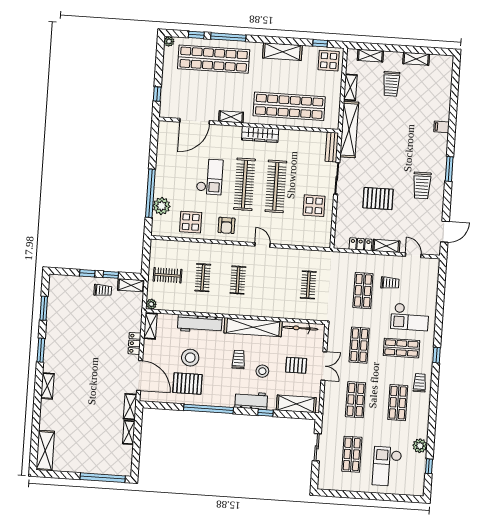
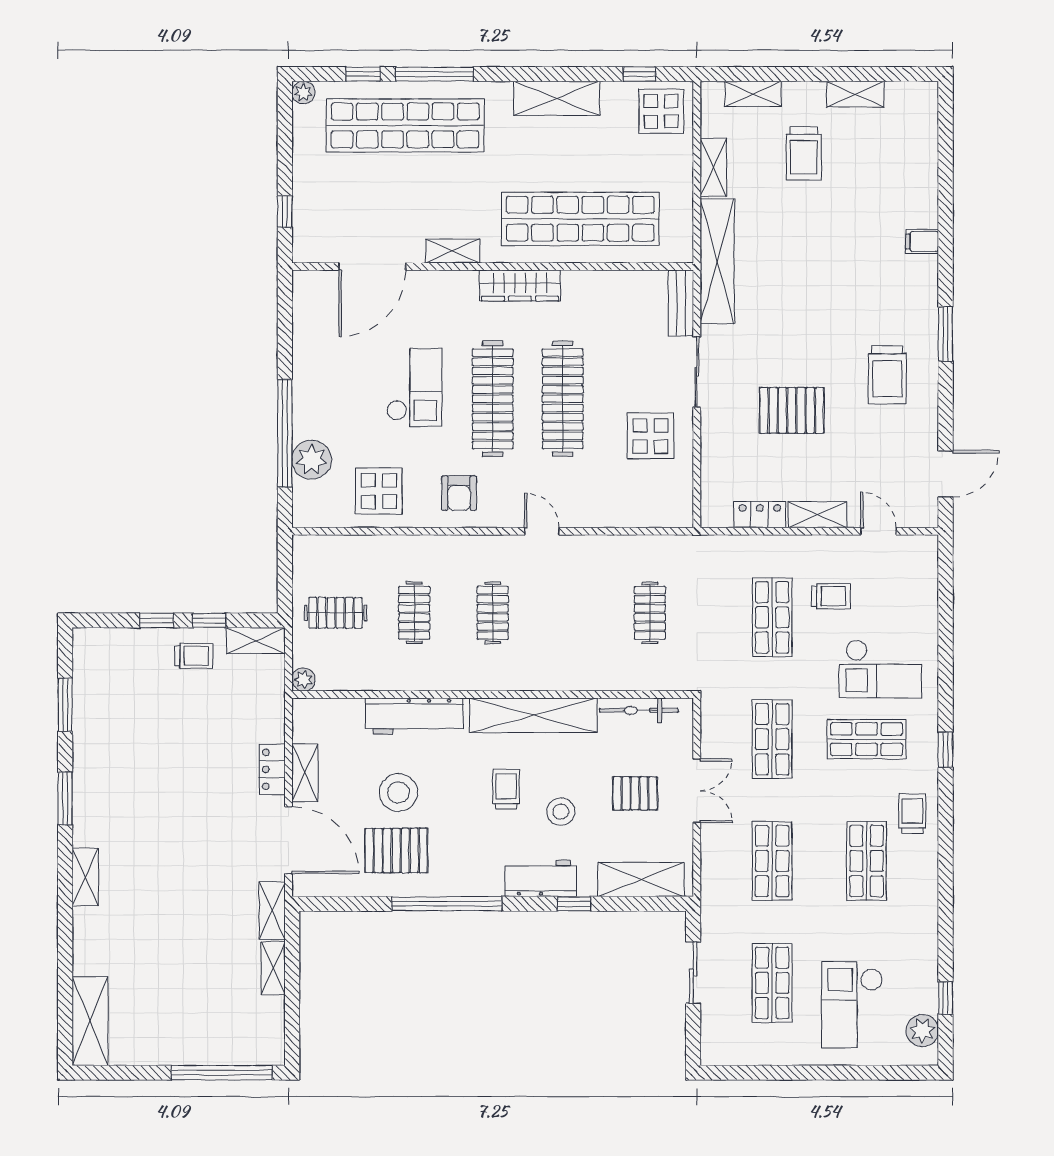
shelving: (150, 326) -> (305, 773), moved
plant: (420, 446) -> (922, 1031), moved

